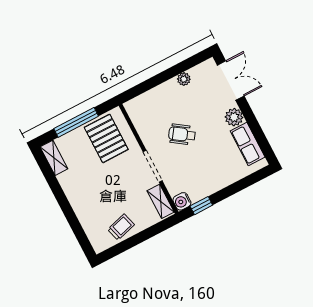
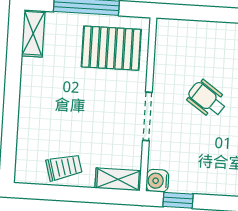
pallet: (106, 138) -> (111, 48), turned 90
shelving: (161, 201) -> (118, 179), moved, turned 90

